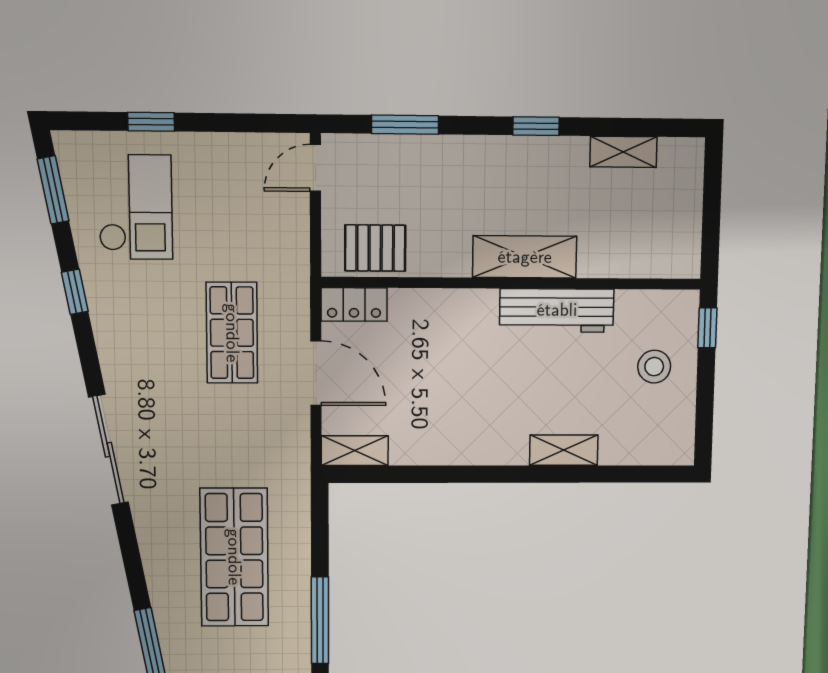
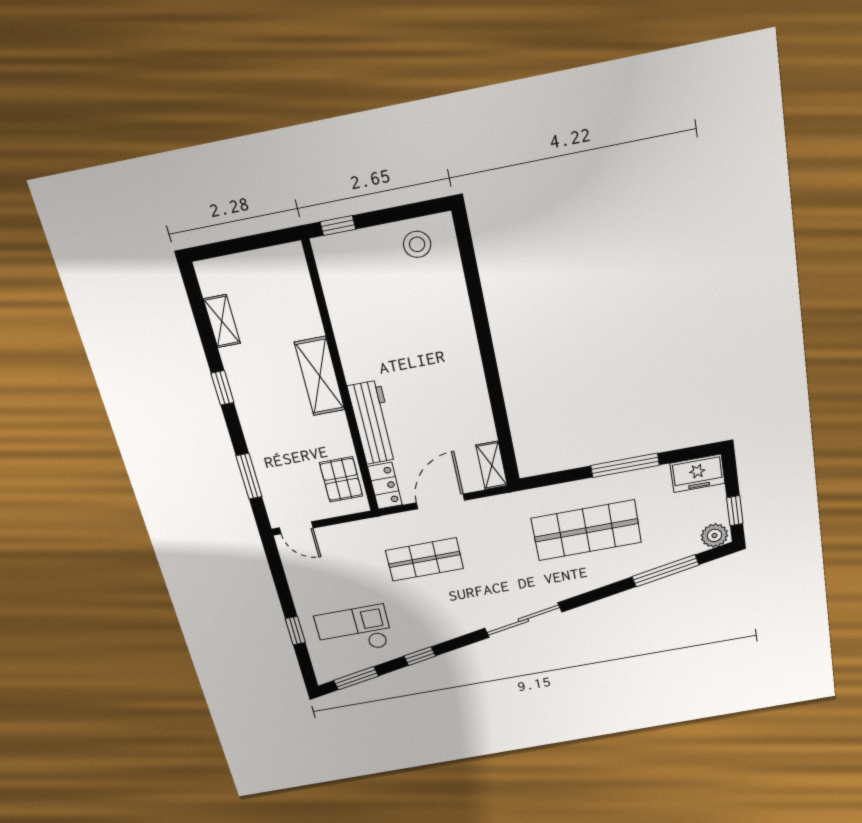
workbench: (557, 310) -> (373, 423), moved
stool: (654, 367) -> (417, 244), moved
shelving: (564, 450) -> (460, 316), removed

